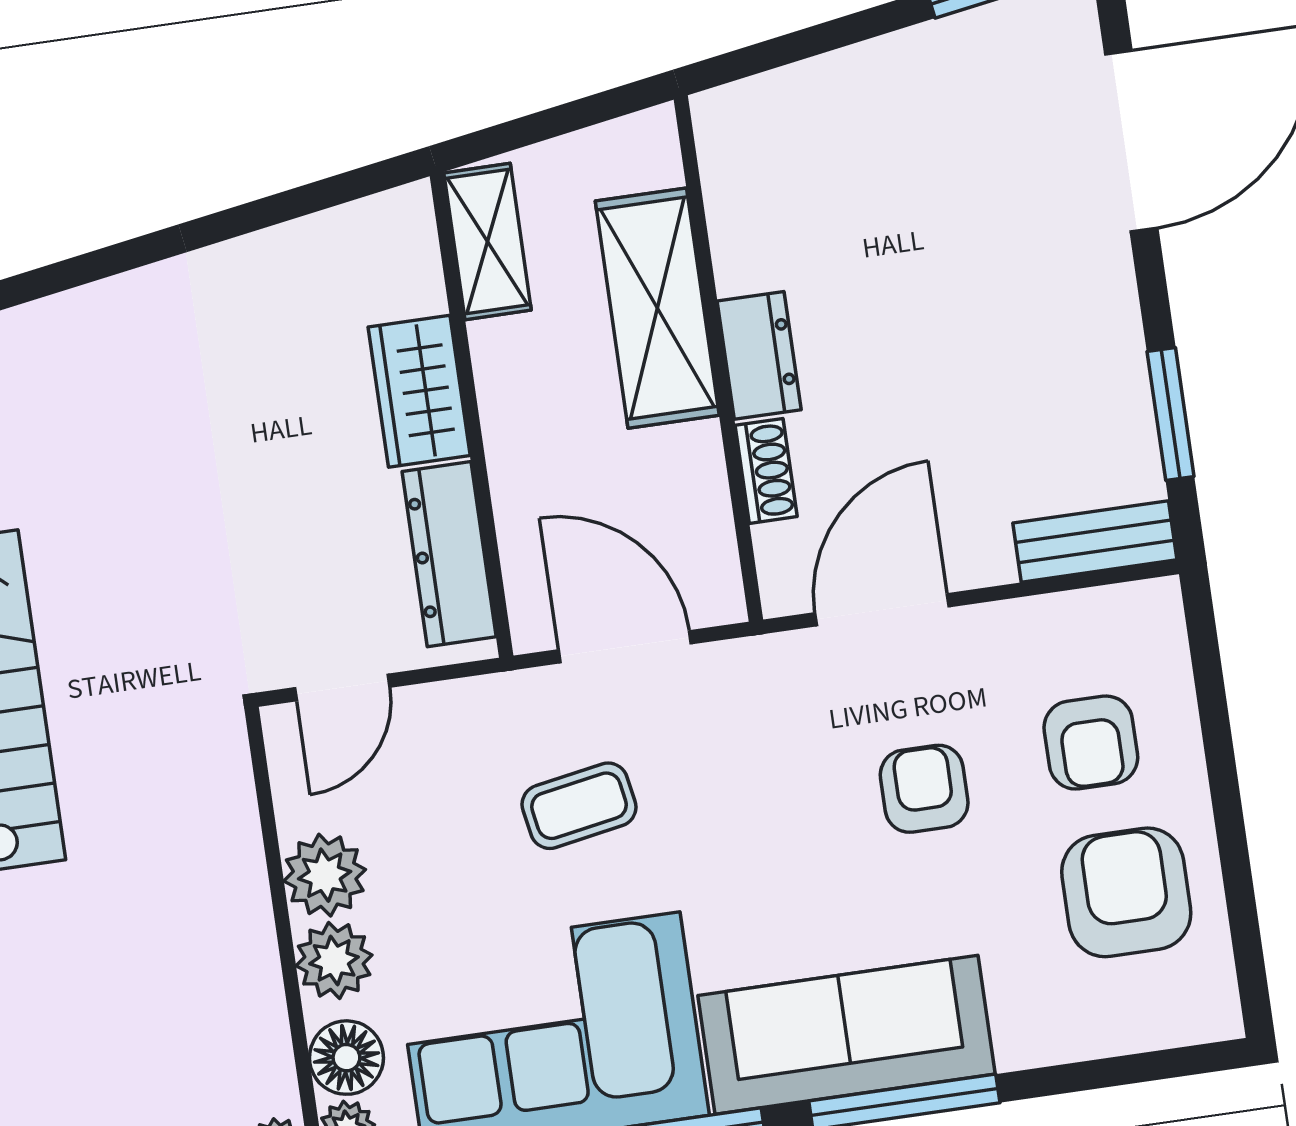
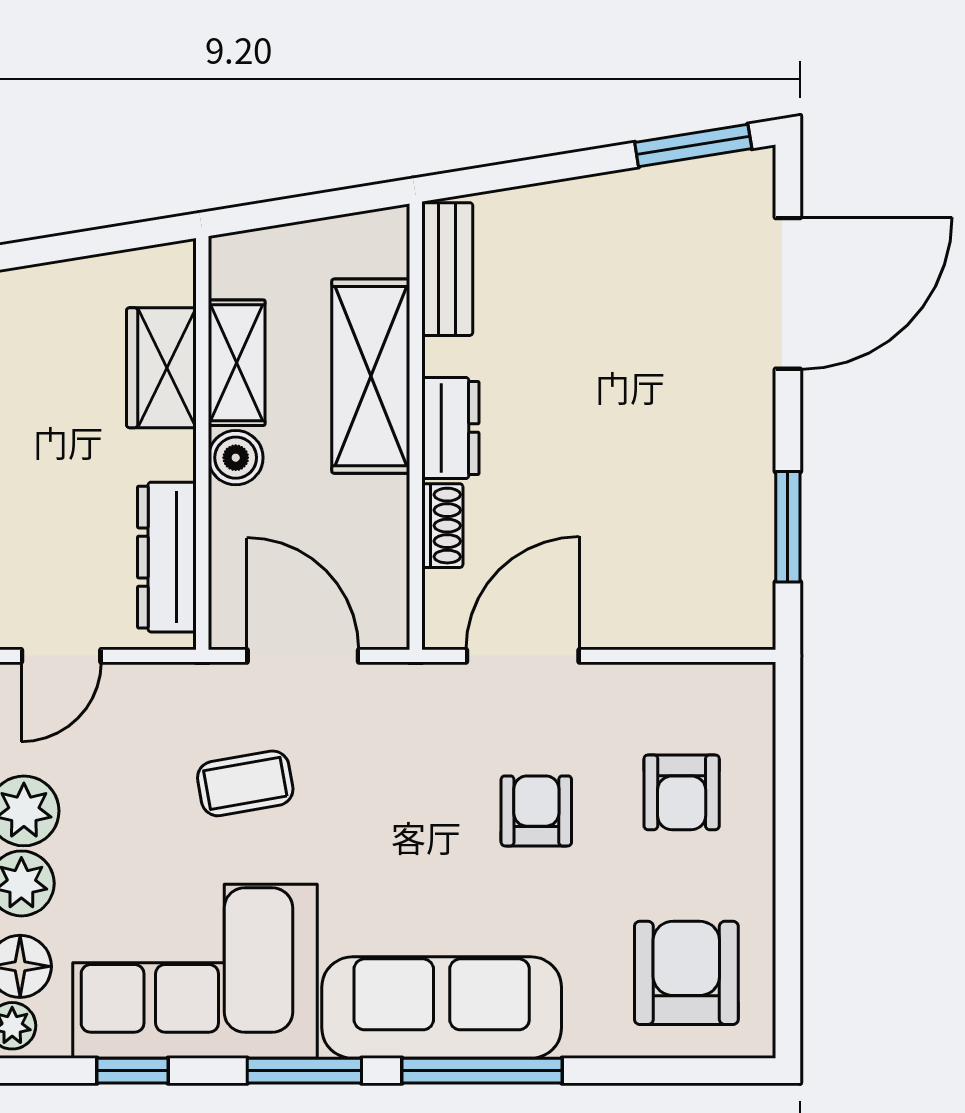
shelving: (488, 242) -> (237, 363), moved
wardrobe: (419, 391) -> (161, 368), moved
boiler: (513, 426) -> (236, 458), added
bench: (1095, 541) -> (447, 269), moved, turned 90
armchair: (1126, 892) -> (686, 973), moved

